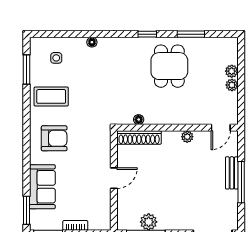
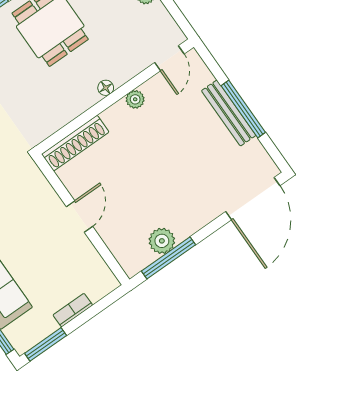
floor lamp: (139, 120) -> (106, 88), moved
bench: (232, 173) -> (229, 113), width x1.36

